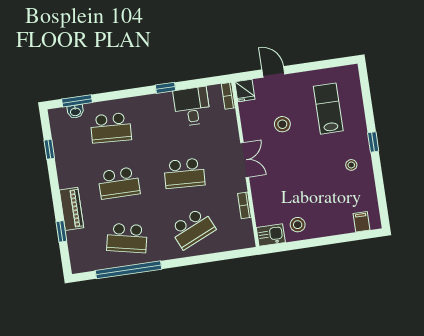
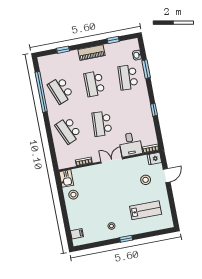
window: (77, 101) -> (146, 69), moved
desk: (192, 106) -> (130, 144), moved, turned 90
stool: (282, 124) -> (146, 180), moved
double door: (245, 160) -> (112, 160), swing flipped
piano: (71, 209) -> (91, 53), moved
school desk: (127, 238) -> (61, 90), turned -33

